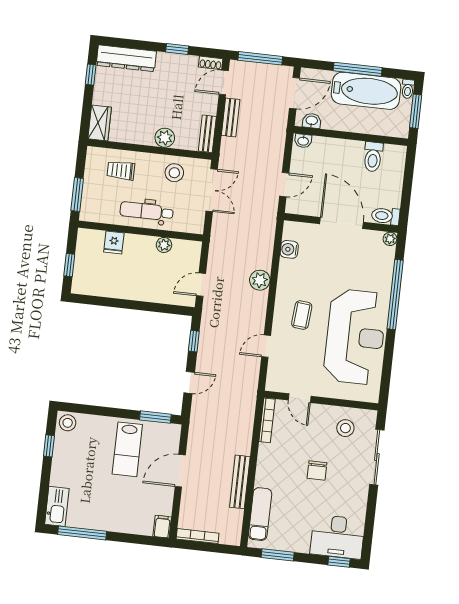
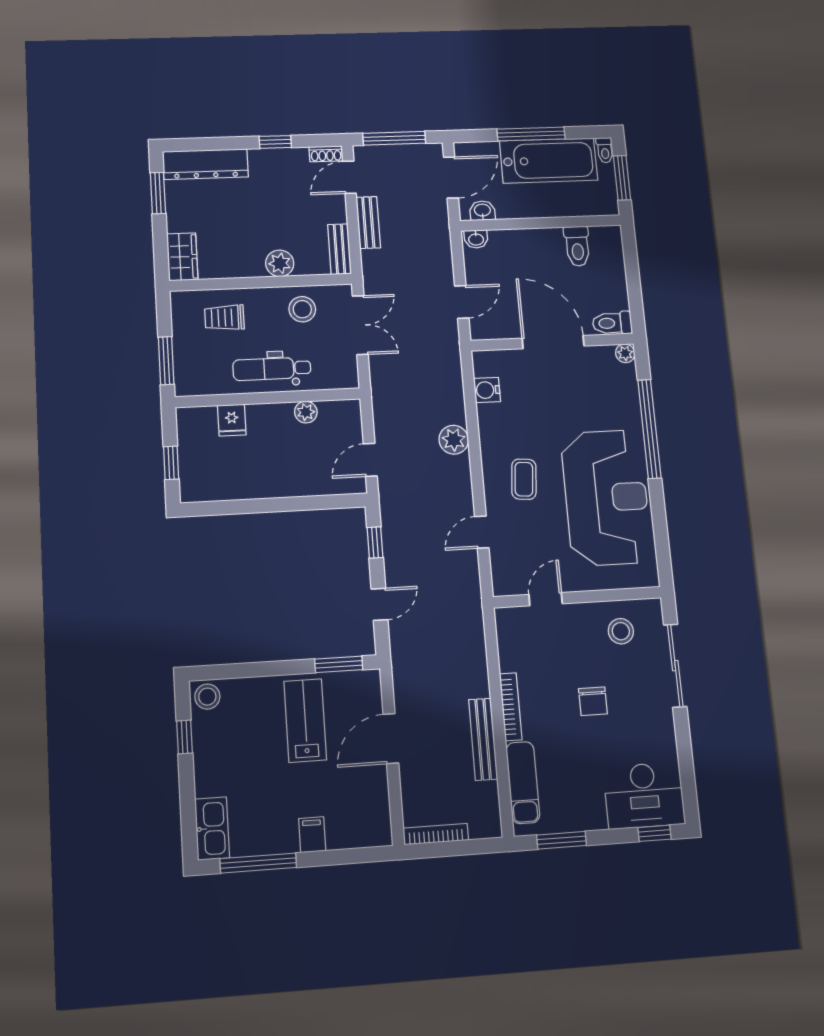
window: (91, 75) -> (158, 193), width x1.50
door: (300, 398) -> (546, 599), swing flipped
bookcase: (267, 420) -> (511, 707), moved
lab bench: (127, 449) -> (305, 721), turned 180
filing cabinet: (162, 527) -> (312, 835), moved

